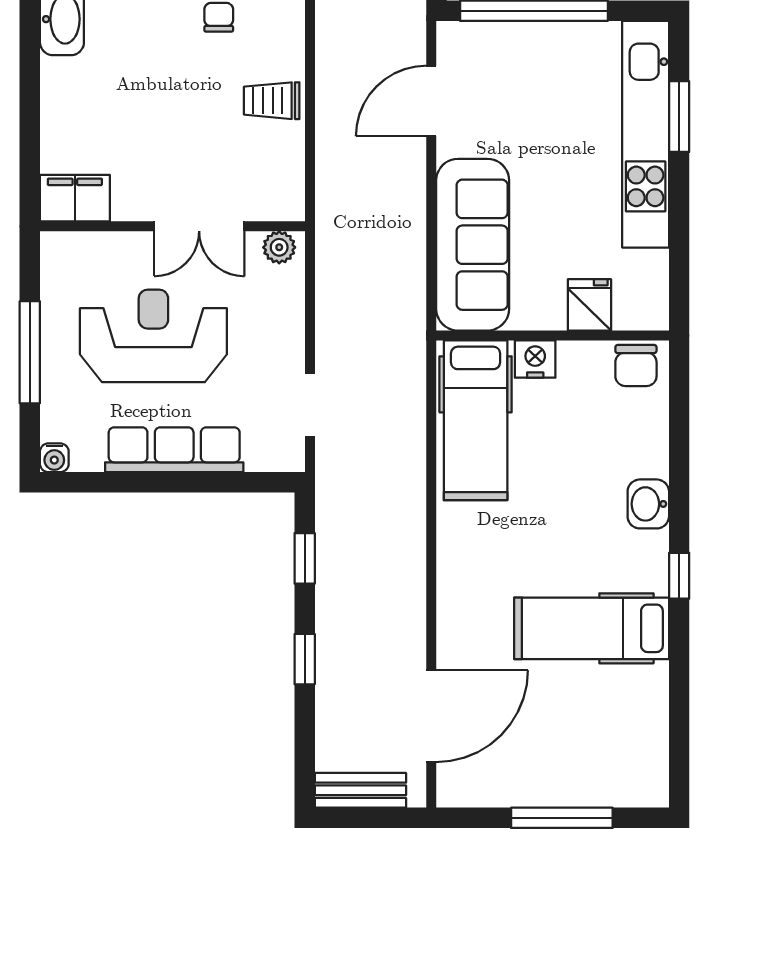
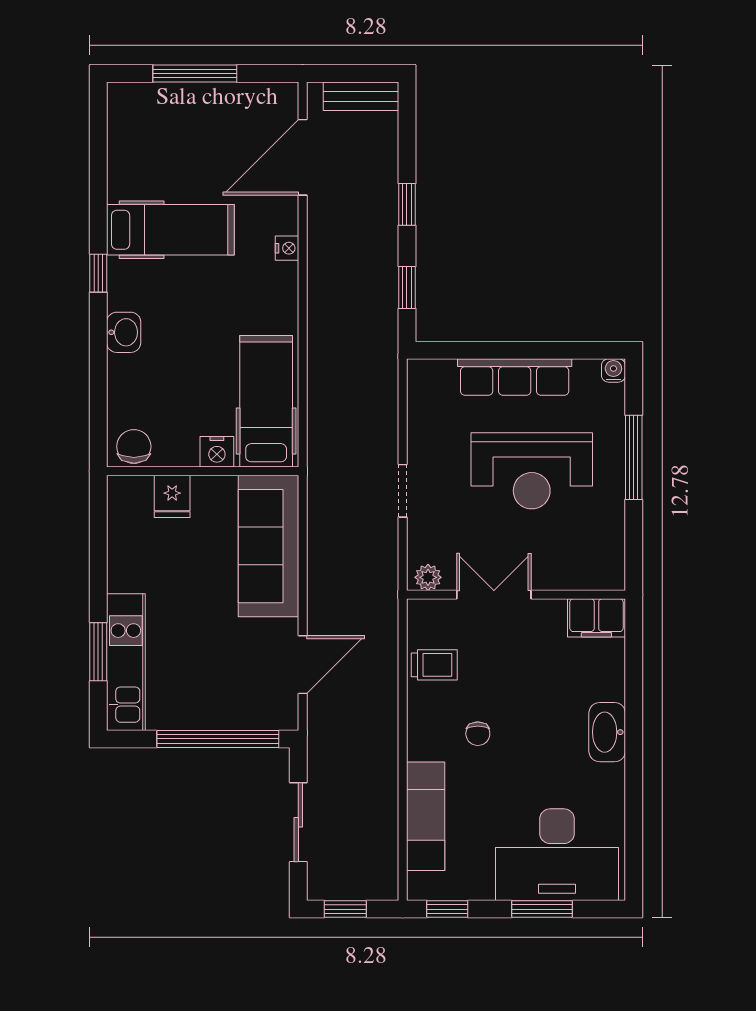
kitchen unit: (646, 134) -> (126, 662), width x0.73
filing cabinet: (75, 198) -> (596, 618), moved
wall: (172, 226) -> (516, 595), moved
double door: (199, 226) -> (494, 595), moved
plant: (279, 247) -> (428, 577), moved
doorway: (310, 405) -> (403, 491), moved
nightstand: (450, 606) -> (287, 248), added

